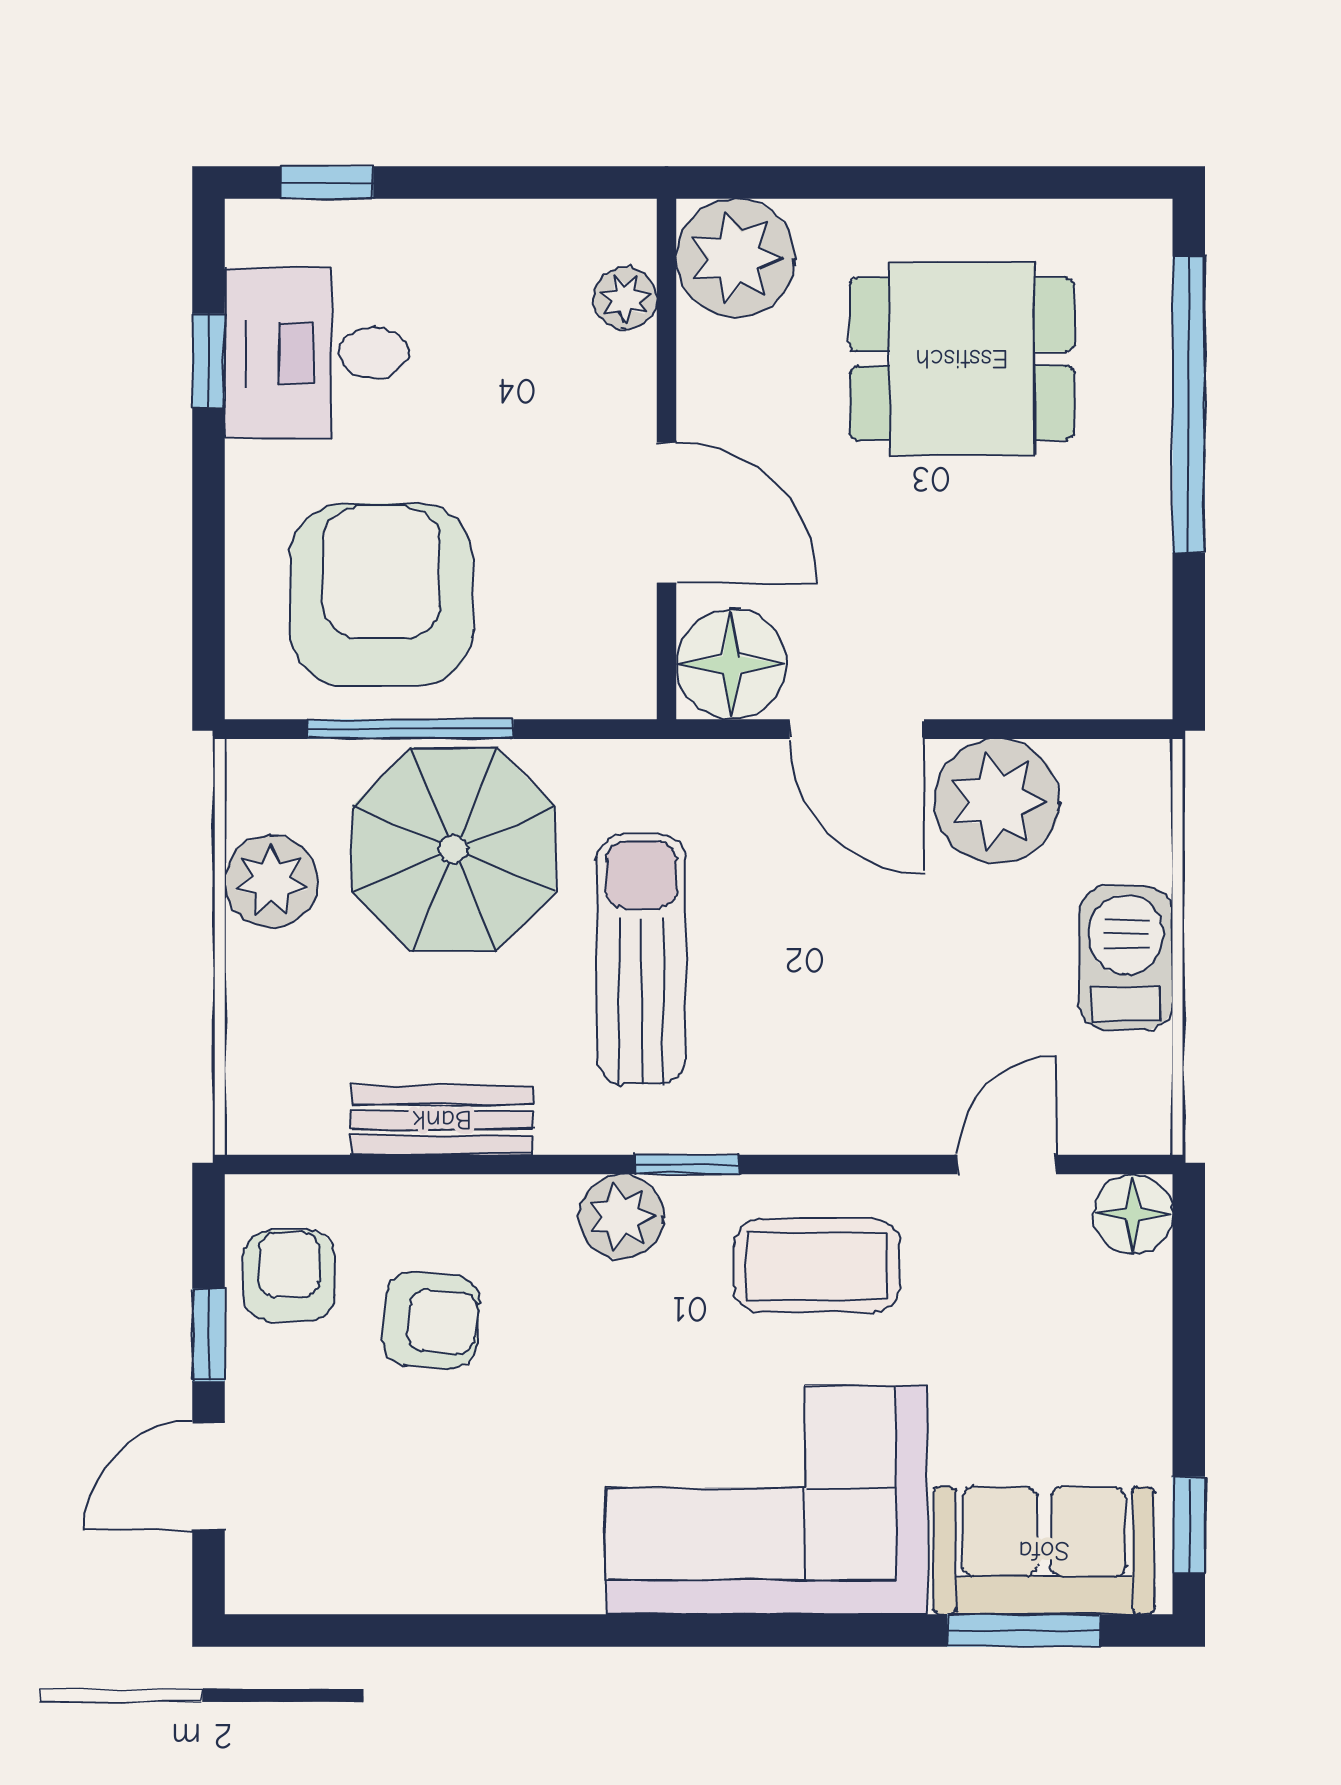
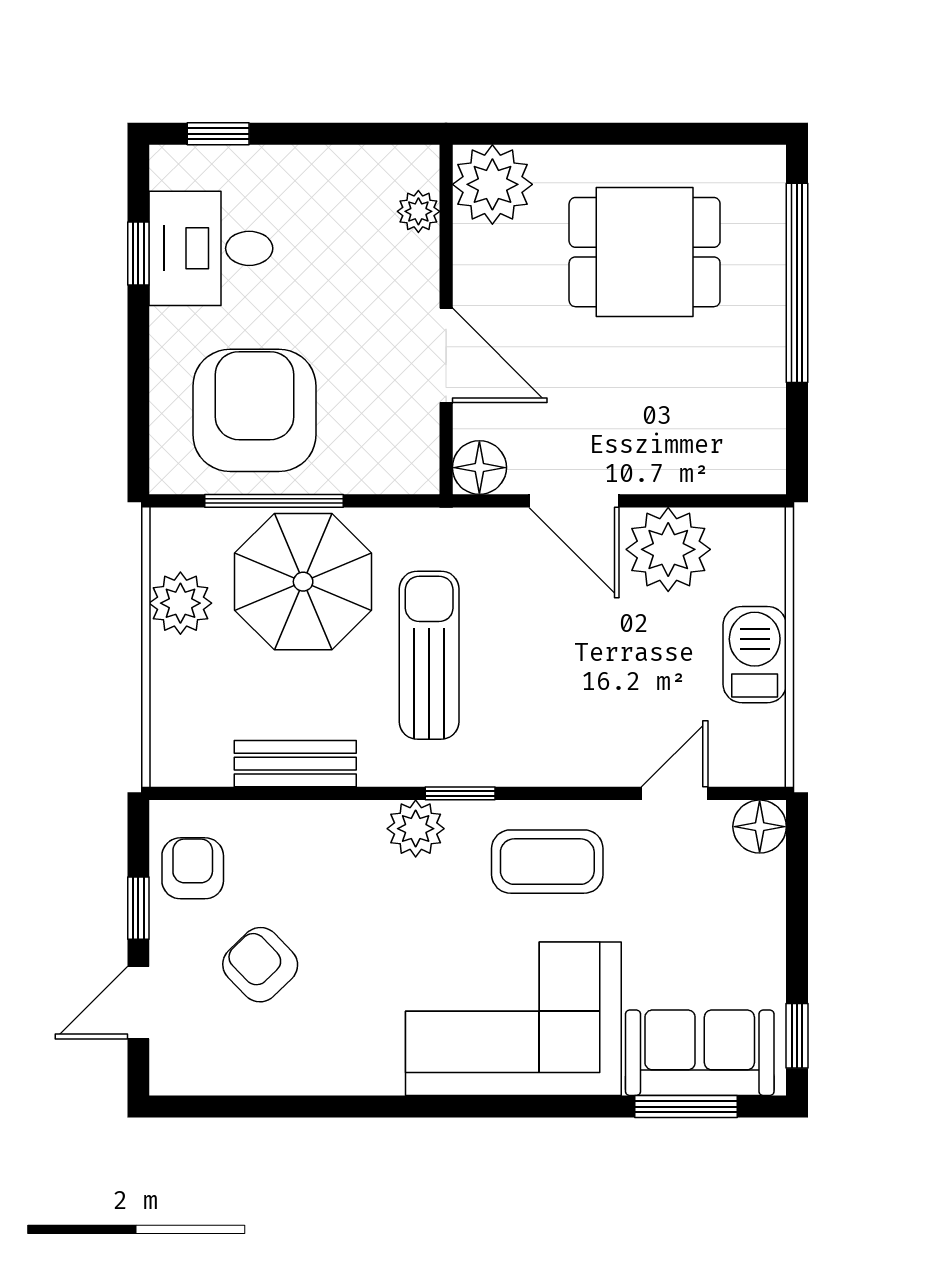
floor lamp: (731, 664) -> (479, 468), width x0.73, depth x0.73
armchair: (431, 1320) -> (260, 965), moved, turned -139

